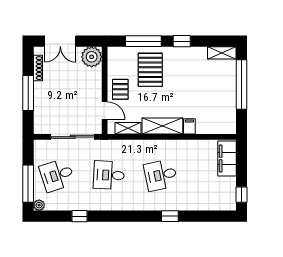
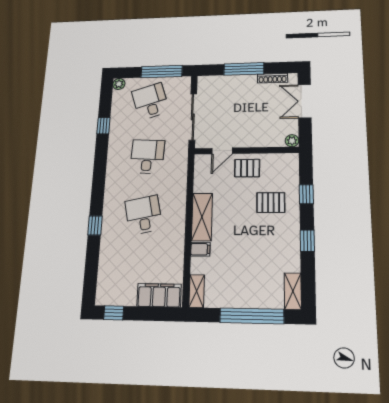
window: (143, 41) -> (306, 194), width x0.46
plant: (92, 57) -> (292, 141), width x0.53, depth x0.53
pallet: (150, 70) -> (271, 203), width x0.67, depth x0.71
shelving: (128, 128) -> (197, 291), moved
window: (28, 184) -> (162, 72), moved

